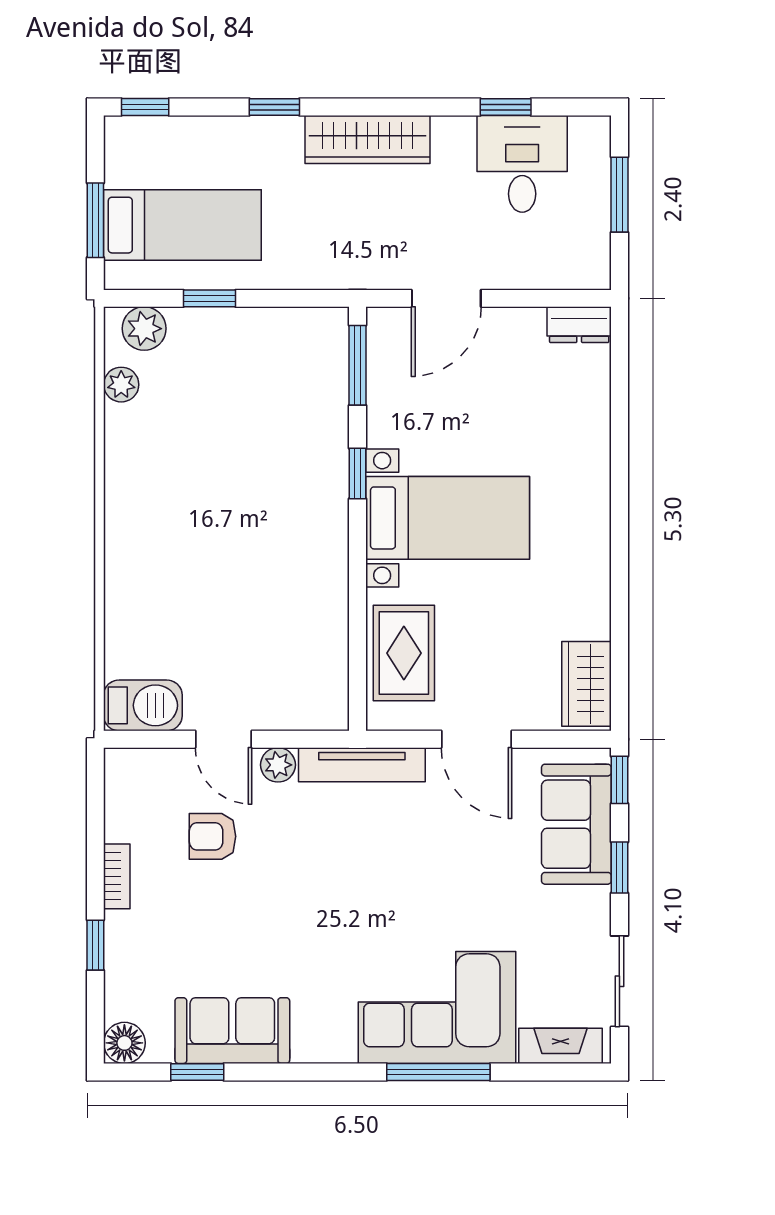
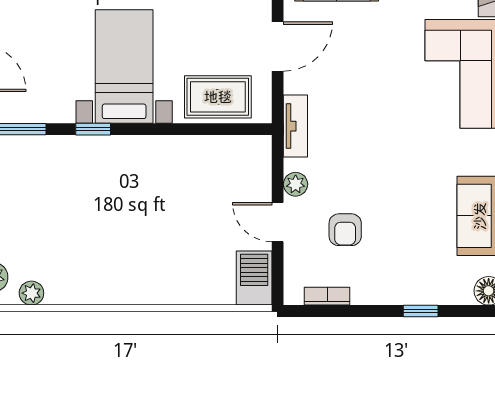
door: (223, 739) -> (278, 222), swing flipped
tv unit: (362, 765) -> (295, 126), width x0.71
bookcase: (117, 876) -> (327, 296), moved

